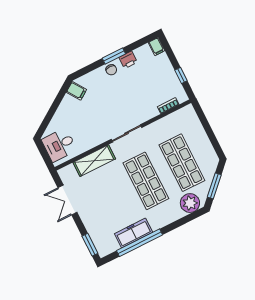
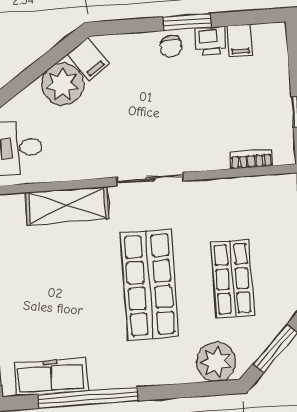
filing cabinet: (157, 47) -> (240, 40), moved
plant: (70, 107) -> (63, 84), added
shop shelf: (182, 163) -> (232, 279), width x0.70, depth x0.74
freezer: (134, 233) -> (51, 377), moved

